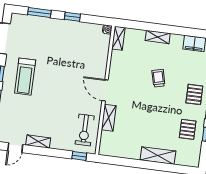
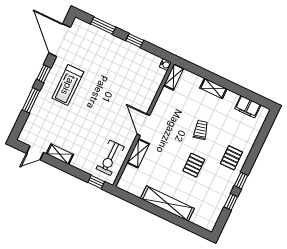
pallet: (188, 129) -> (194, 165), moved
shelving: (158, 156) -> (167, 204), width x1.47

